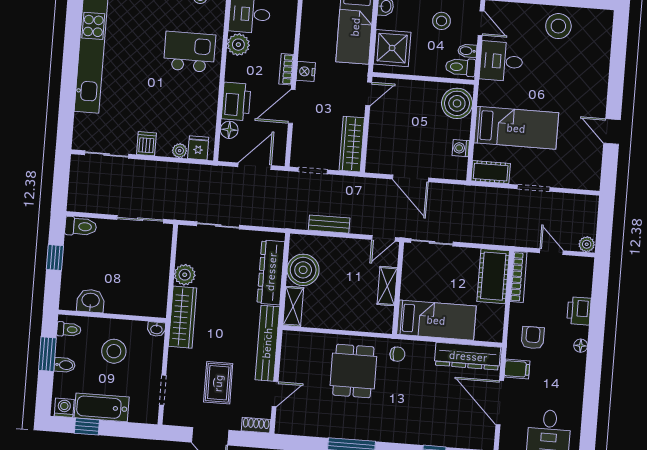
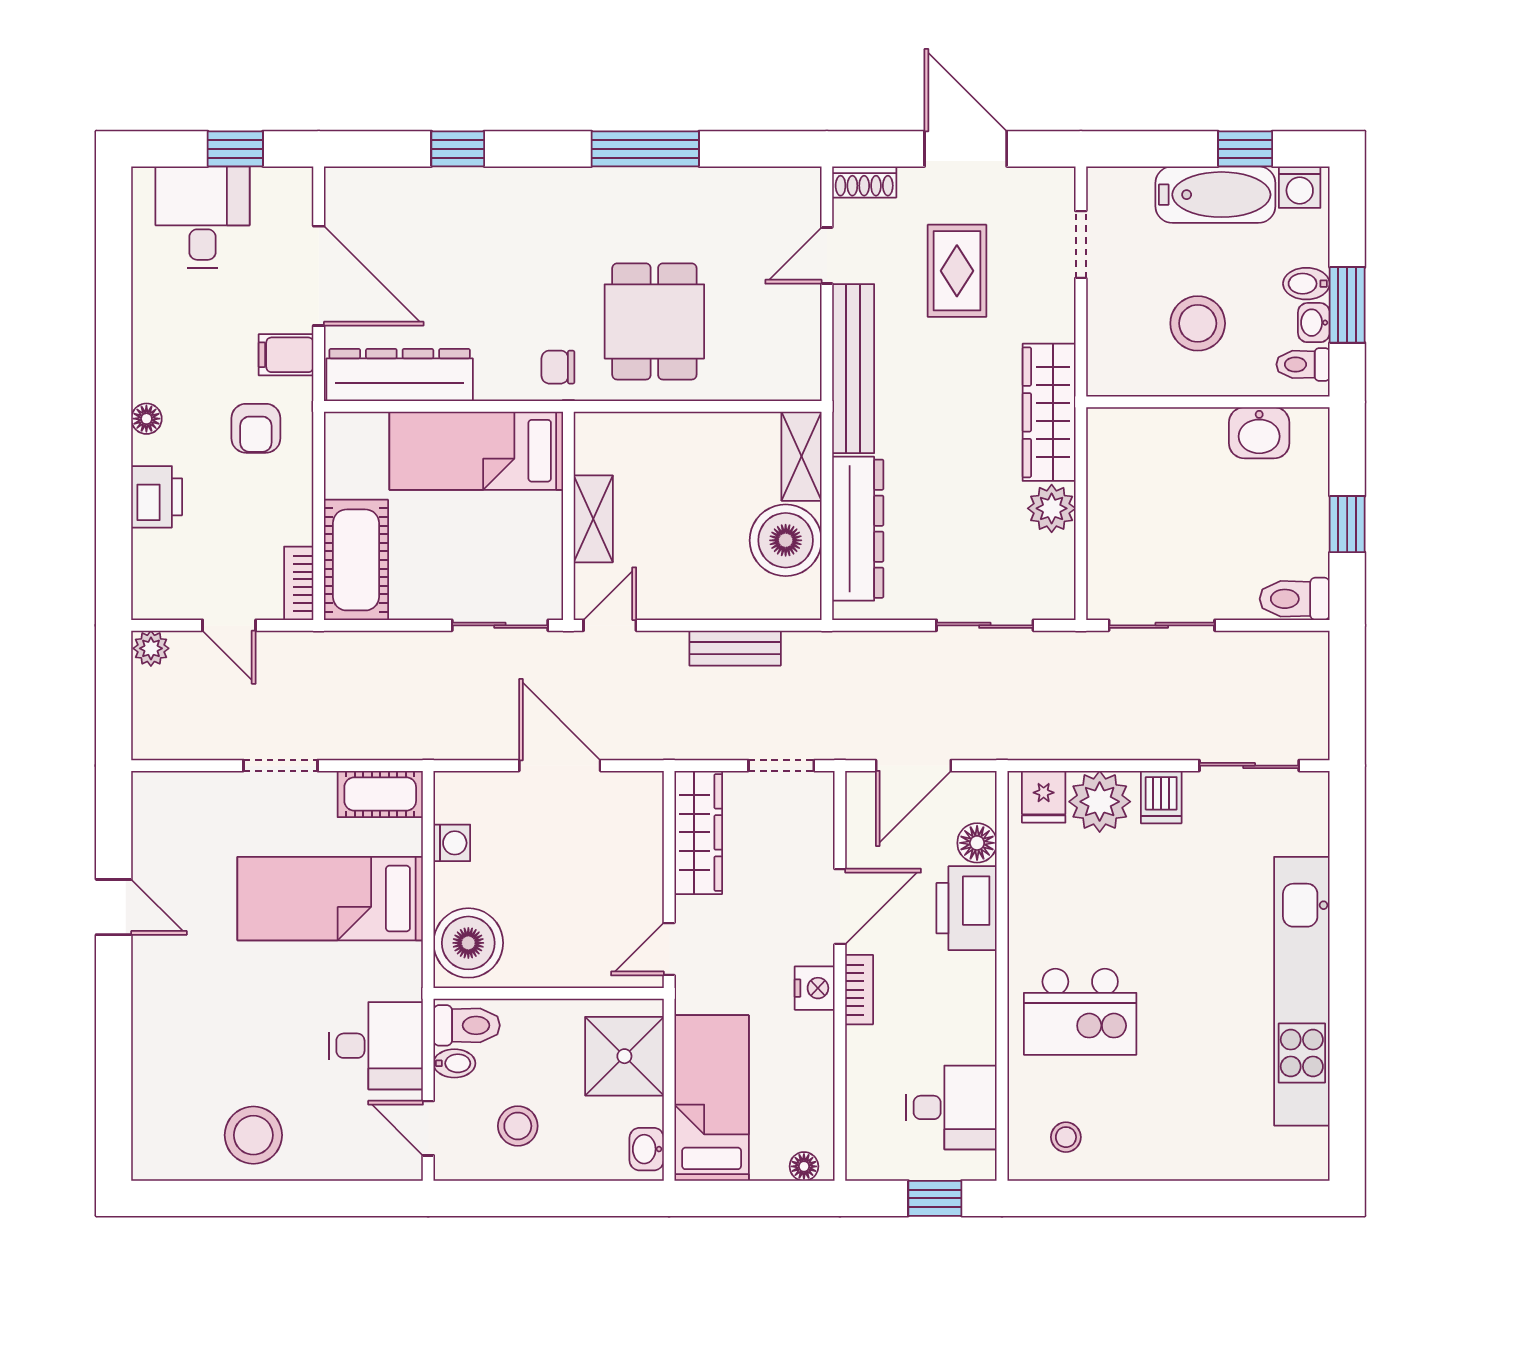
plant: (238, 45) -> (971, 1037), removed
plant: (180, 151) -> (1100, 802), width x1.87, depth x1.87
bookcase: (519, 277) -> (299, 583), width x0.64
washbasin: (156, 329) -> (1314, 323), moved, turned -90

